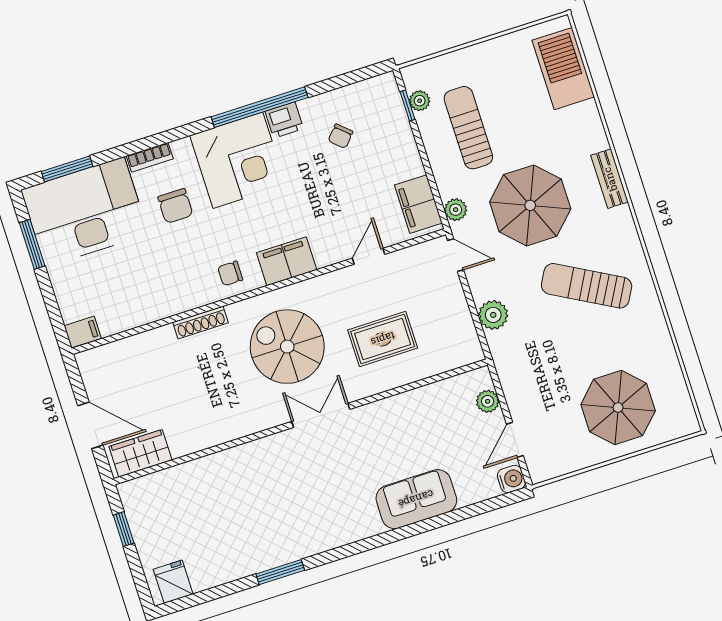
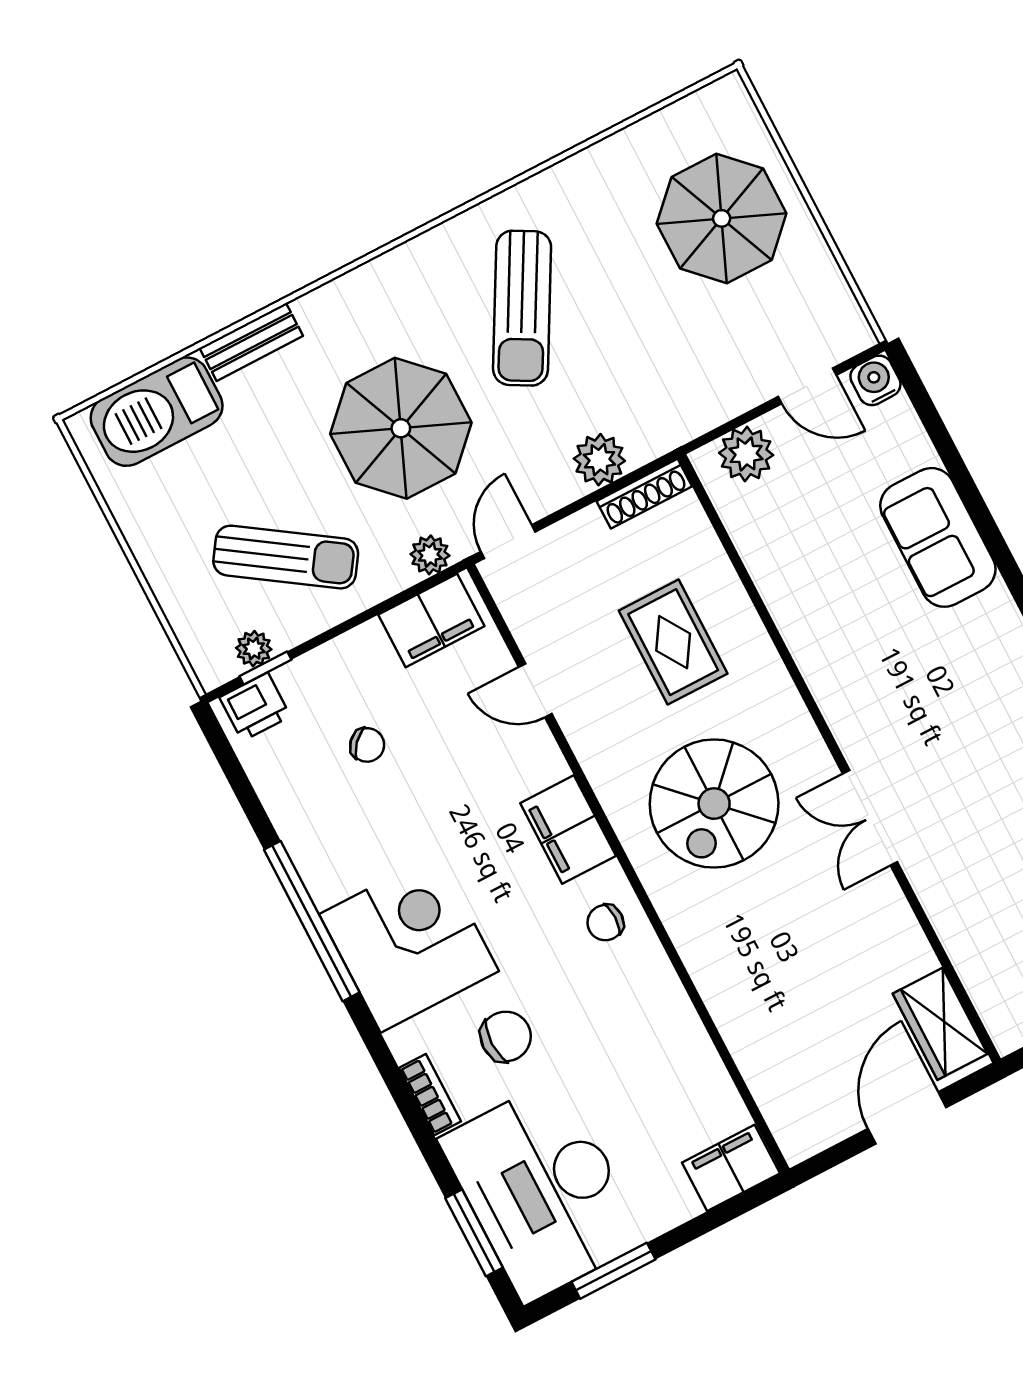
printer: (284, 120) -> (255, 707), moved, turned 90
sun lounger: (468, 128) -> (286, 557), turned -146
chair: (341, 136) -> (367, 745), moved
bench: (610, 179) -> (251, 342), moved
chair: (230, 273) -> (605, 923), turned 90
shoe rack: (201, 322) -> (644, 494), moved, turned 90
filing cabinet: (83, 332) -> (731, 1168), width x2.00
plant: (488, 401) -> (746, 454), width x1.38, depth x1.38
double door: (321, 415) -> (870, 818), moved

